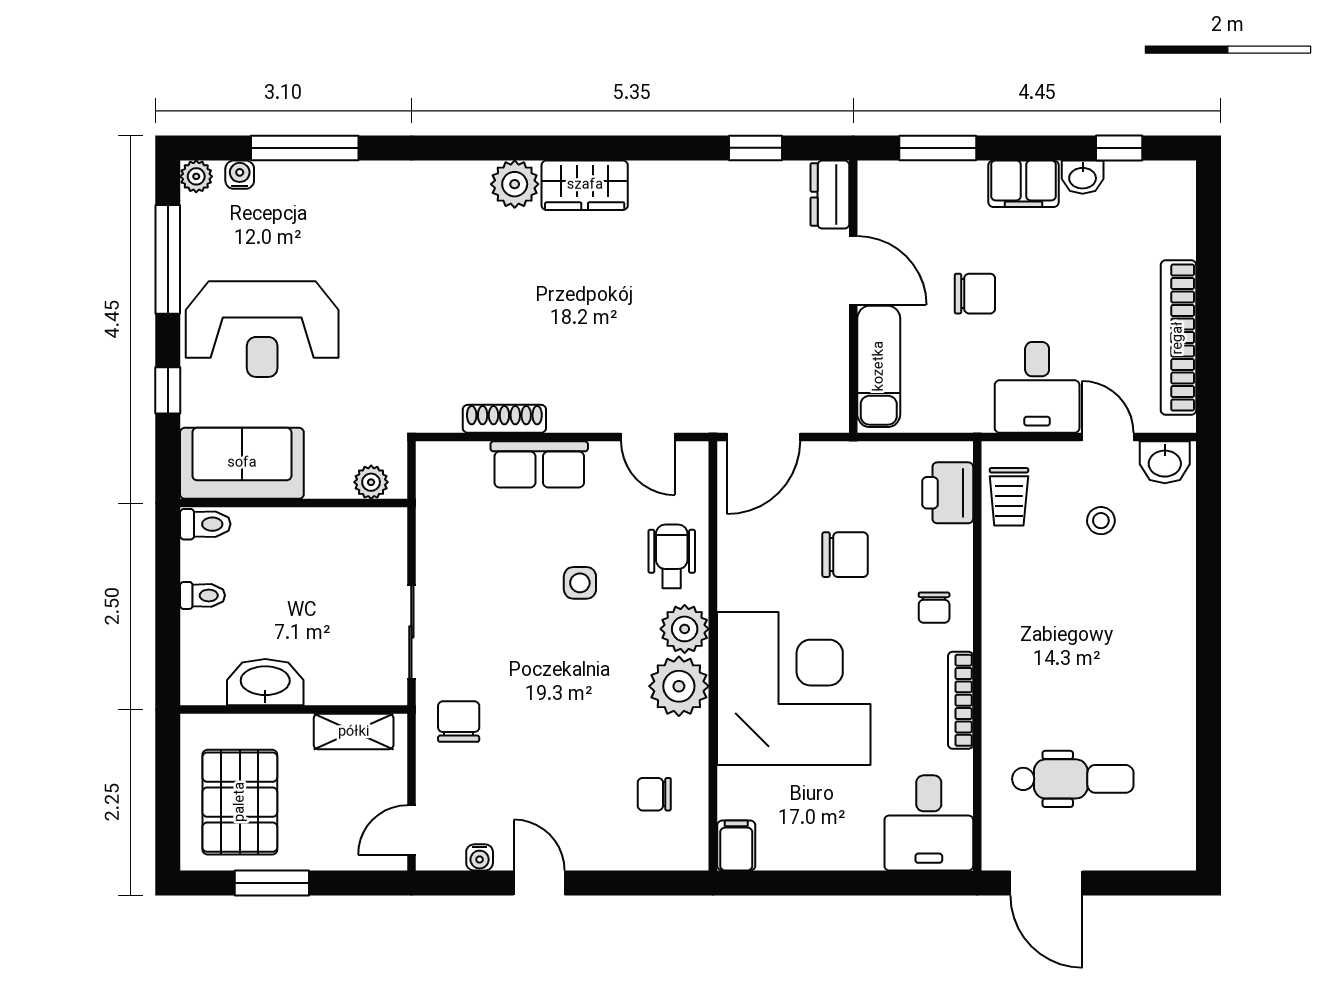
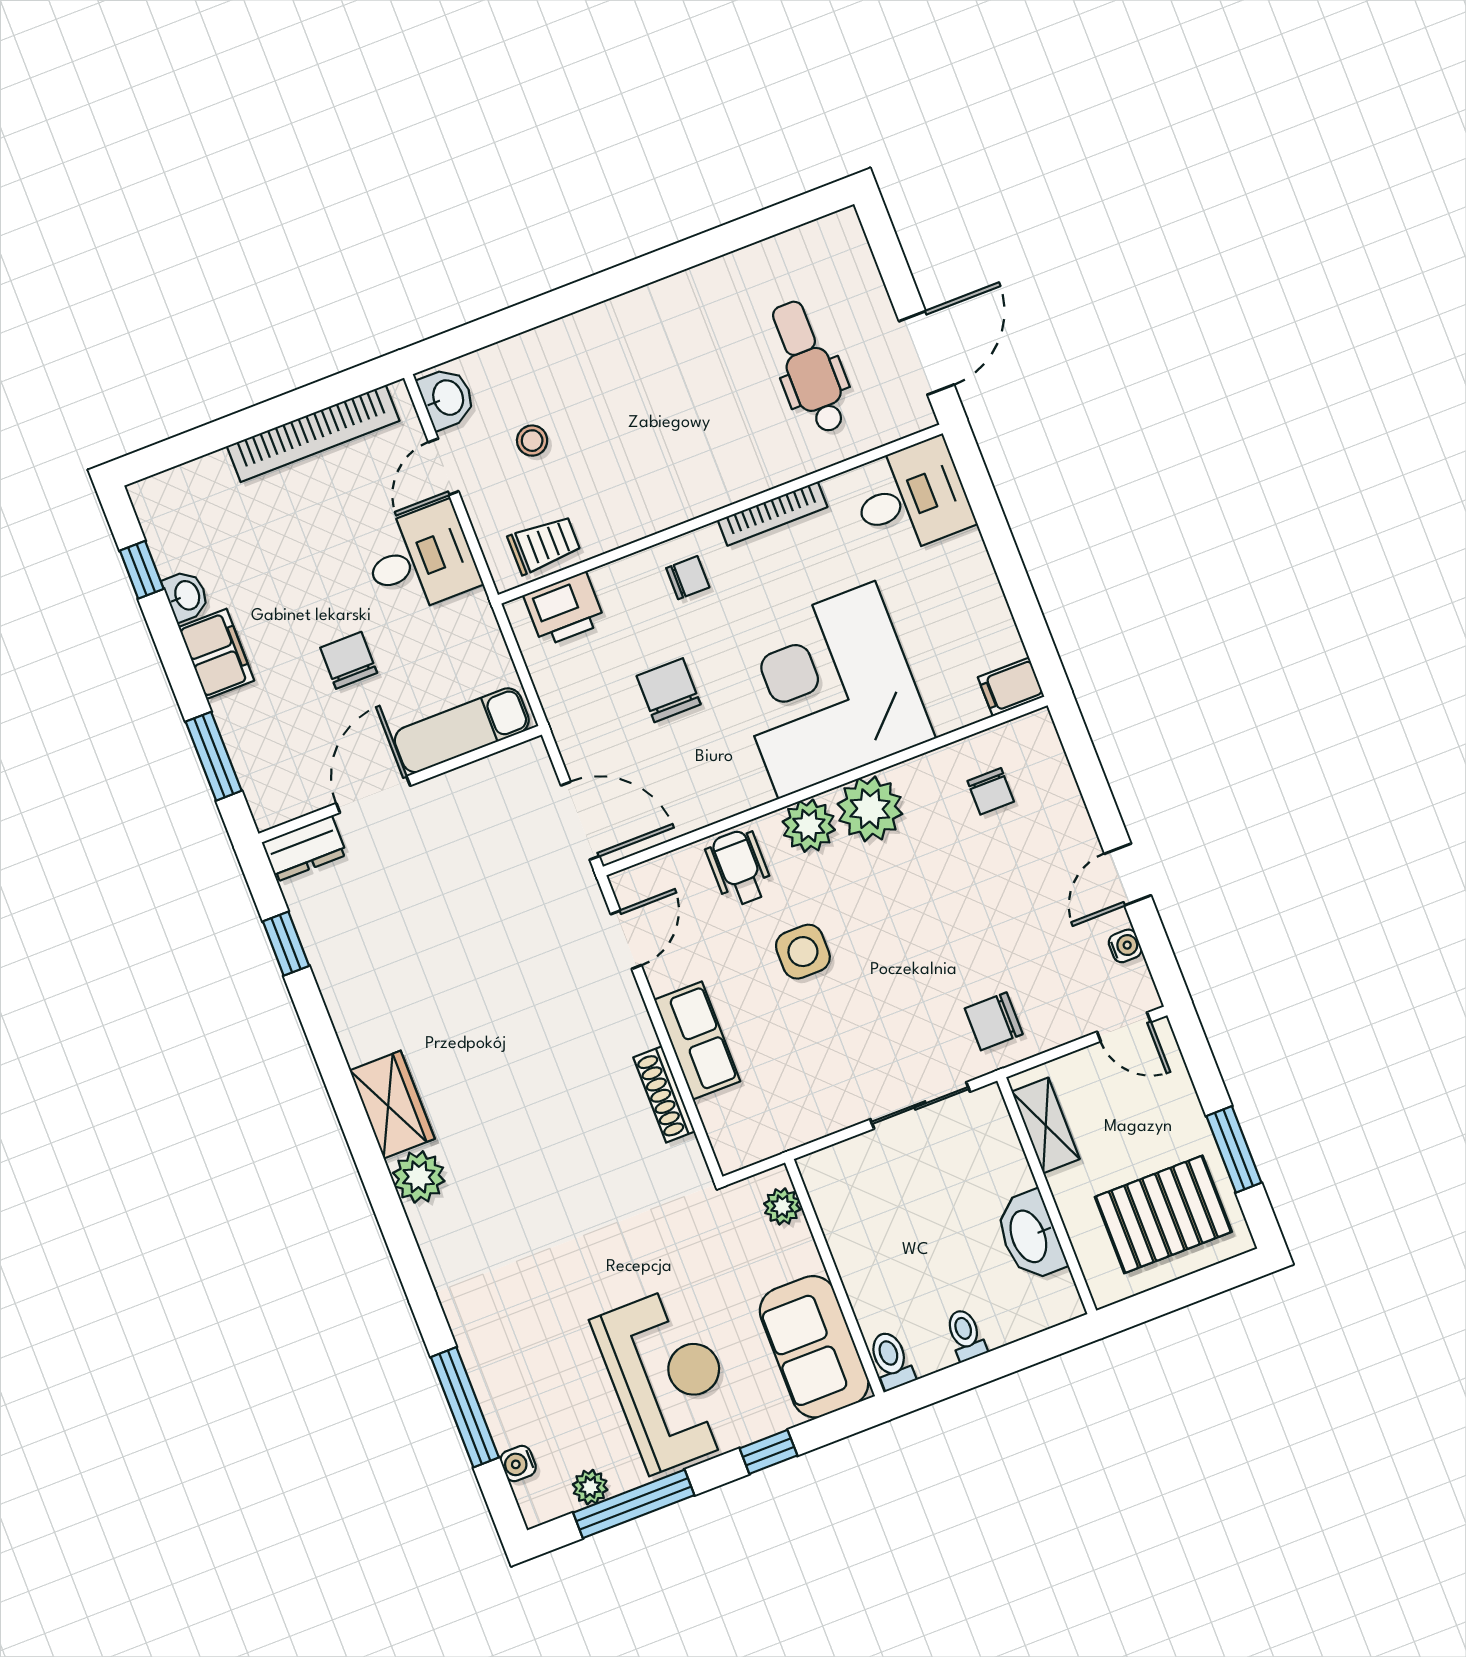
plant: (196, 176) -> (590, 1487), moved
wheelchair: (672, 556) -> (739, 868), turned 90
side table: (580, 583) -> (803, 952), width x1.37, depth x1.37

